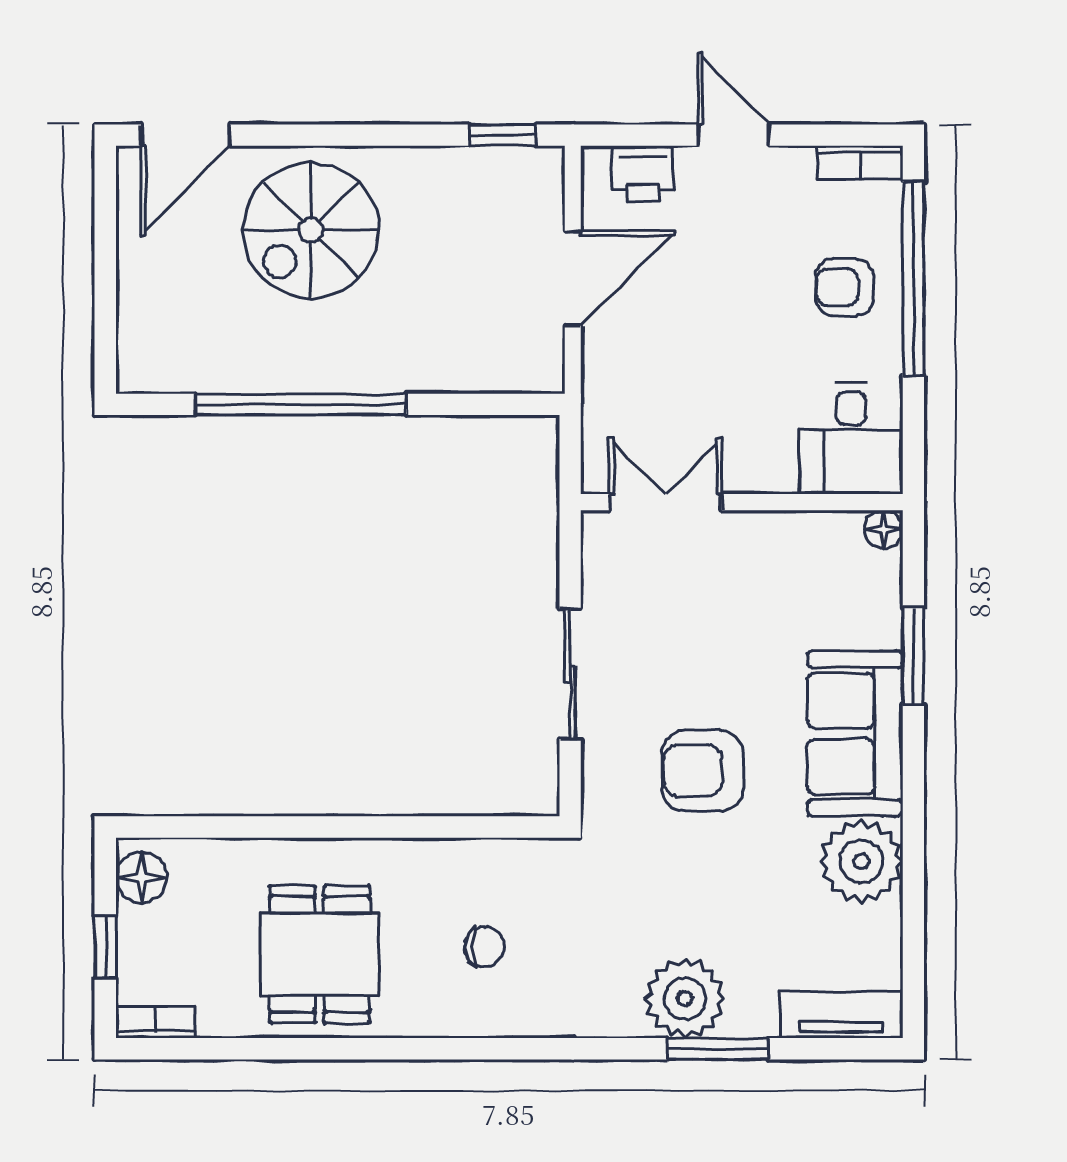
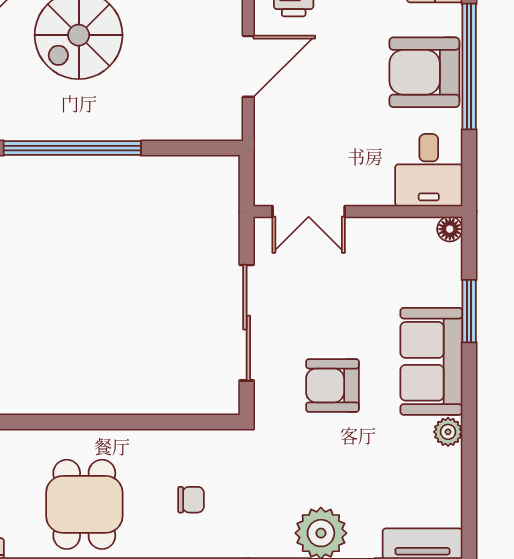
armchair: (844, 287) -> (424, 72), width x1.88, depth x1.88
double door: (666, 502) -> (309, 211), swing flipped
sliding door: (570, 674) -> (247, 323), width x1.37
plant: (862, 862) -> (448, 432), width x0.53, depth x0.53

